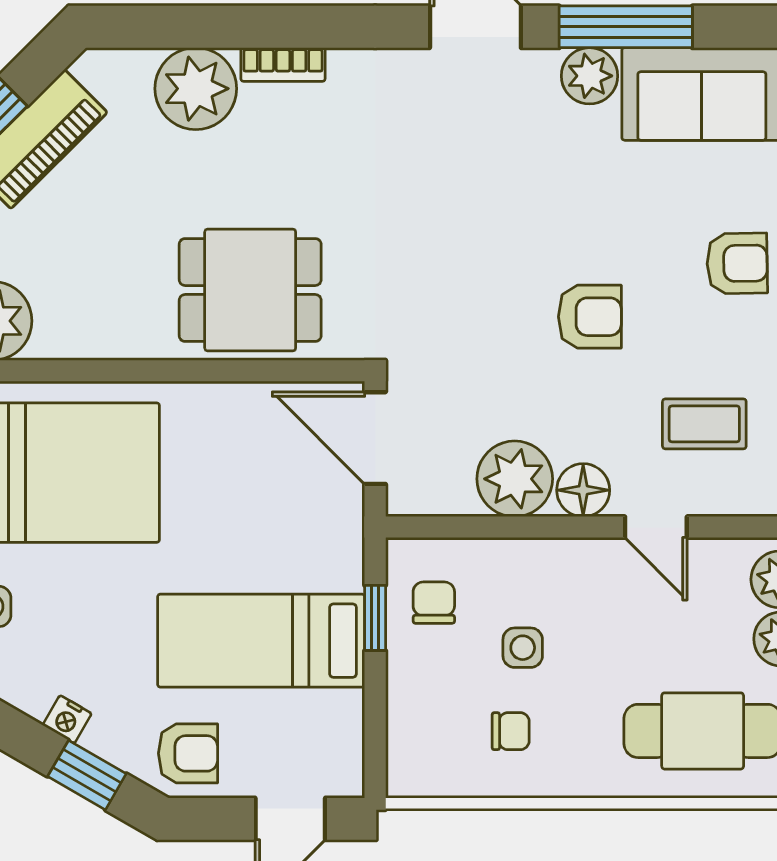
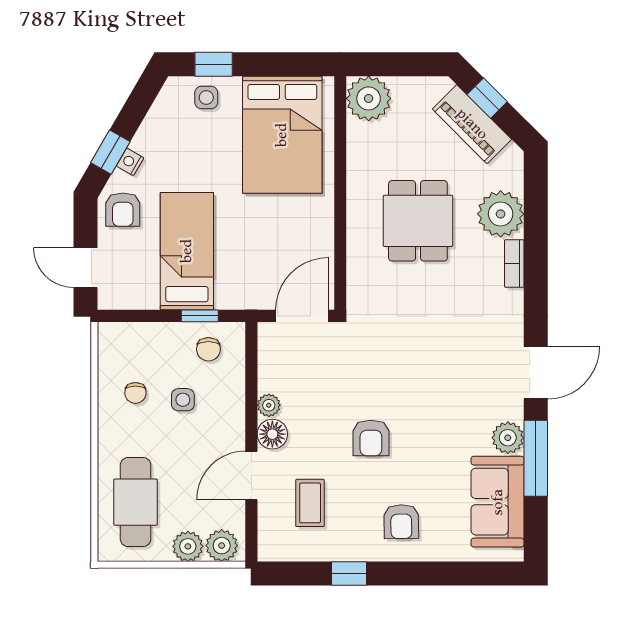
dining table: (250, 290) -> (418, 221), moved
plant: (515, 479) -> (269, 405), width x0.53, depth x0.53
door: (656, 527) -> (251, 475), width x1.38
chair: (434, 603) -> (208, 349), turned 90
nightstand: (67, 719) -> (130, 162), moved

